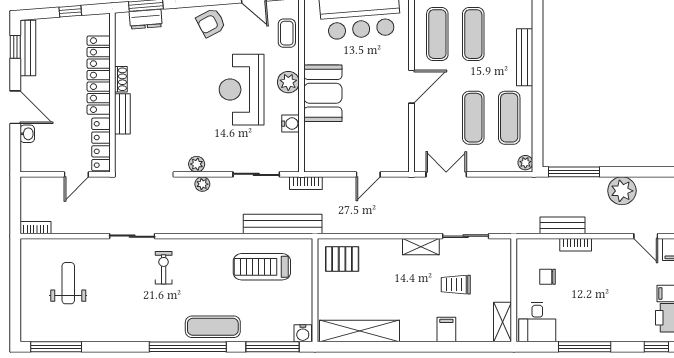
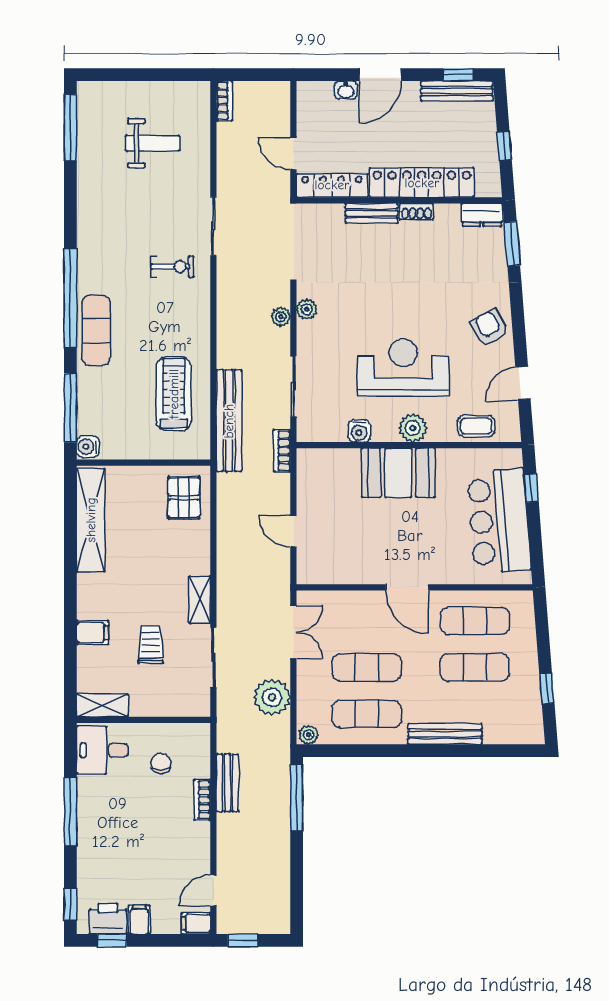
dresser: (146, 19) -> (482, 215), moved, turned -86
plant: (622, 191) -> (272, 697), moved

